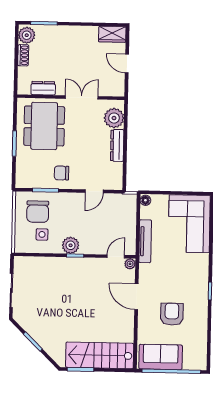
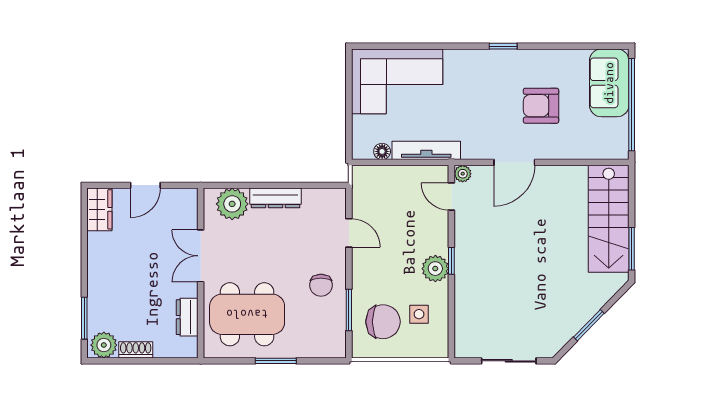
floor lamp: (145, 200) -> (382, 151), moved
sofa: (161, 357) -> (609, 83), moved

